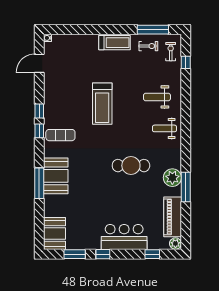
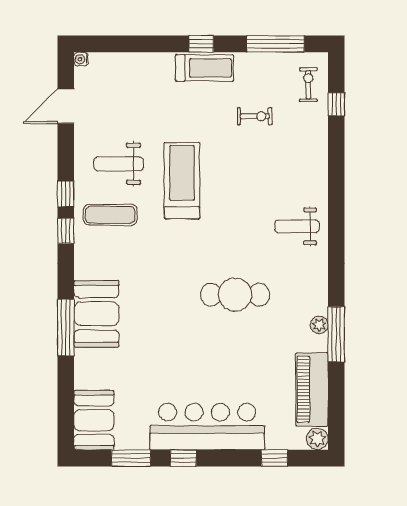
window: (113, 30) -> (201, 44), added
exercise bike: (148, 46) -> (255, 116), moved
weight bench: (157, 97) -> (119, 164), moved
treadmill: (102, 104) -> (182, 180), turned 180
exercise mat: (60, 135) -> (110, 215), moved
plant: (172, 178) -> (319, 325), width x0.53, depth x0.53
bar counter: (124, 237) -> (207, 427), width x1.36

